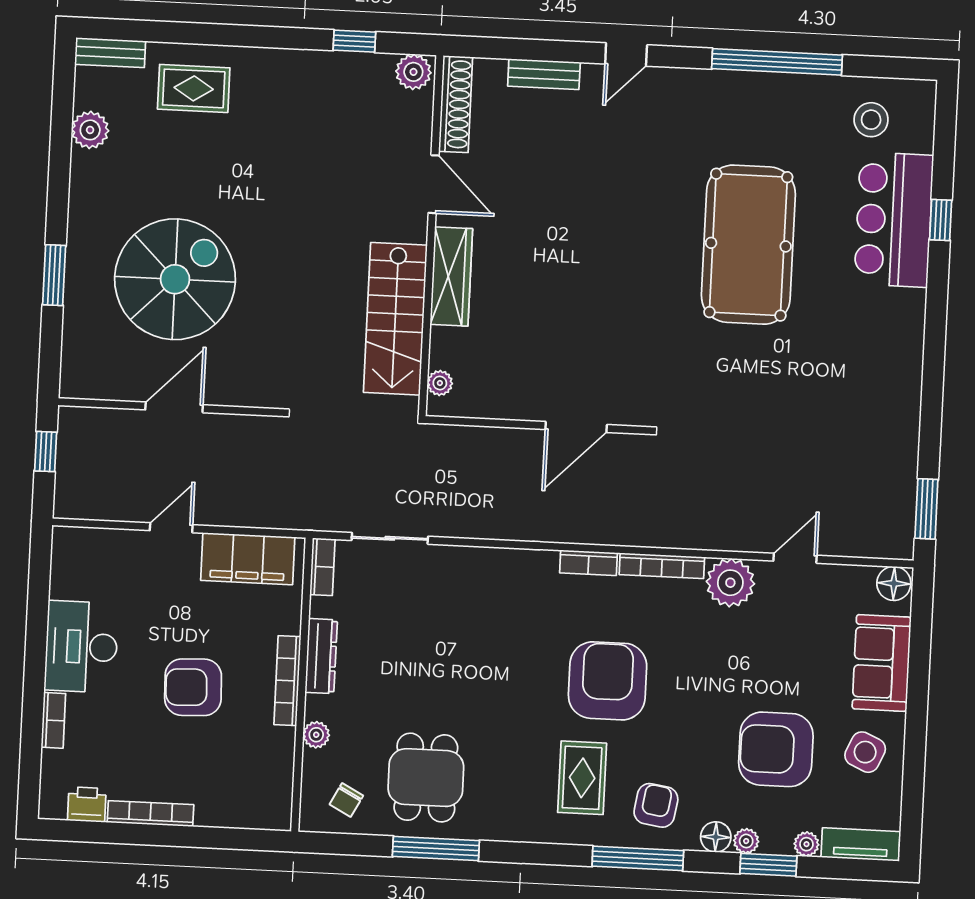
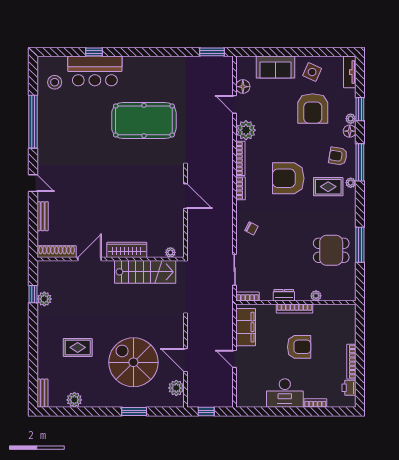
plant: (413, 72) -> (44, 299), moved
rug: (194, 88) -> (78, 347), moved, turned 90
pool table: (748, 245) -> (144, 120), moved
plant: (107, 381) -> (176, 388), added
floor lamp: (894, 583) -> (243, 87), moved
dresser: (321, 656) -> (284, 295), width x0.70
armchair: (193, 687) -> (299, 347), turned -88
chair: (346, 800) -> (251, 228), moved
plant: (806, 844) -> (351, 183), moved

